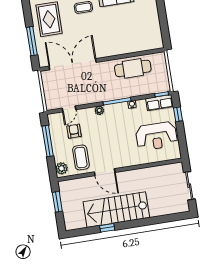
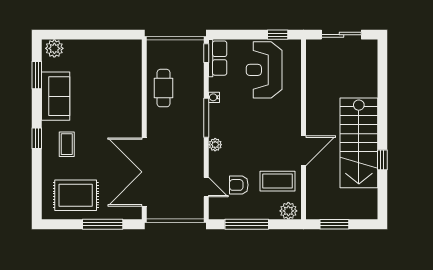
cafe table: (133, 68) -> (164, 88), width x0.73, depth x0.74
window: (178, 114) -> (278, 35), moved
reception desk: (156, 136) -> (264, 70), turned 180

